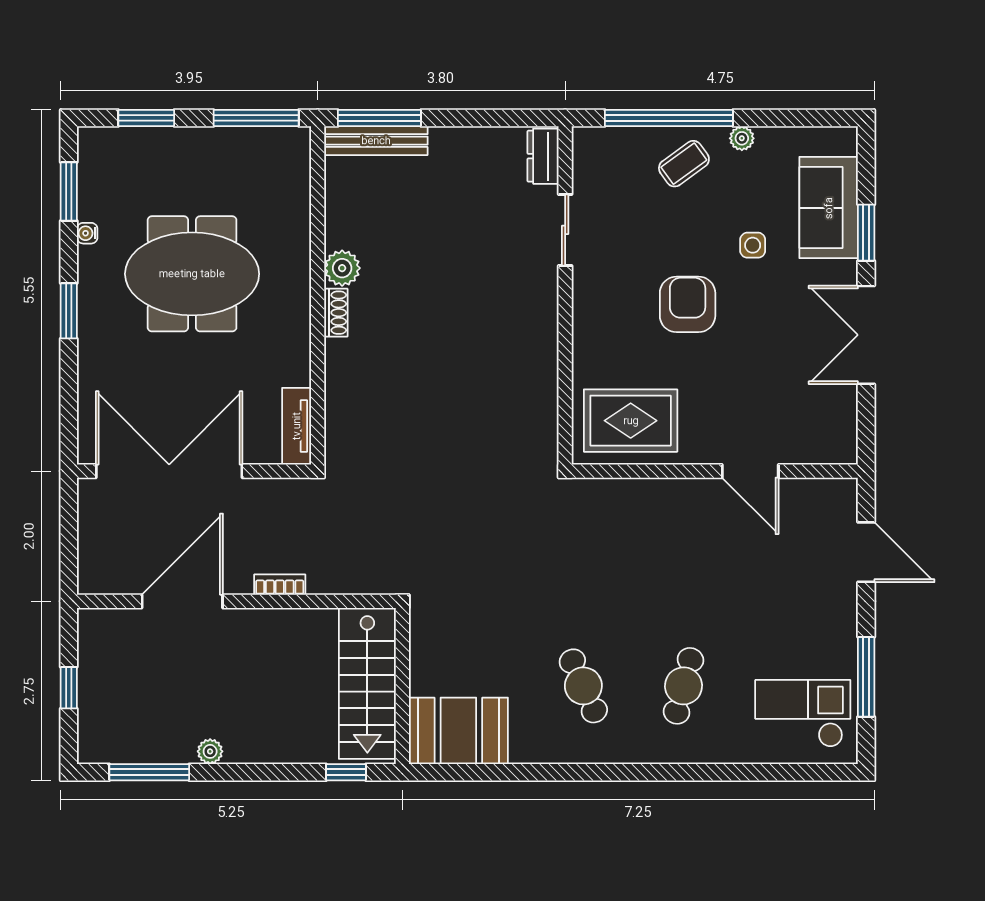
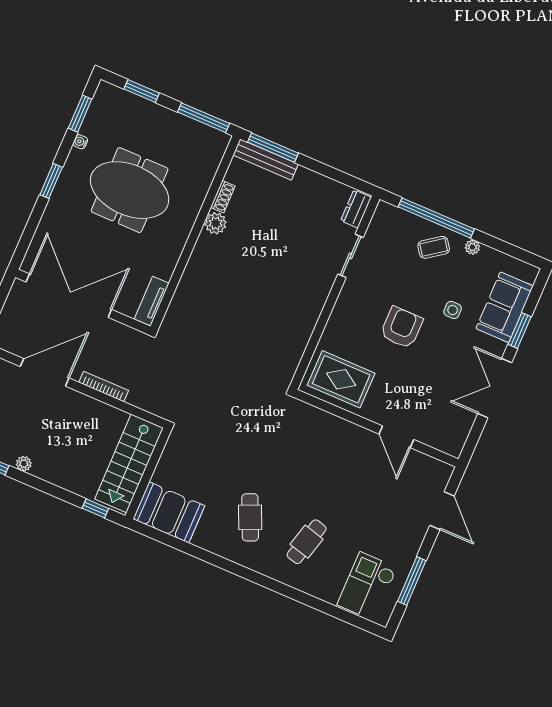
shoe rack: (336, 313) -> (223, 197), moved
bookcase: (280, 585) -> (104, 387), width x1.56
checkout: (803, 713) -> (367, 586), turned -90

